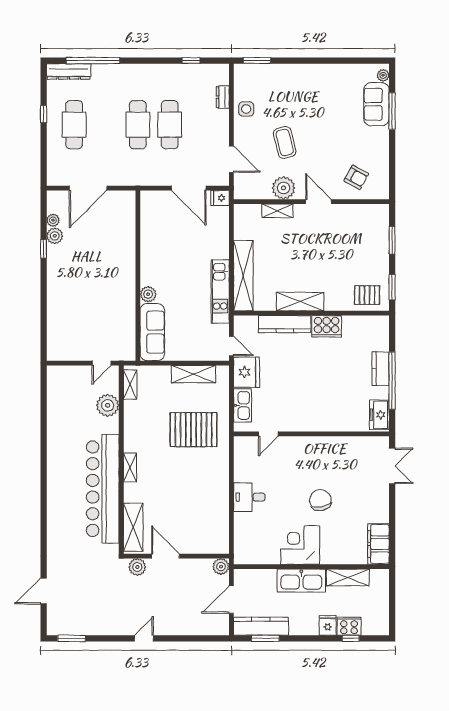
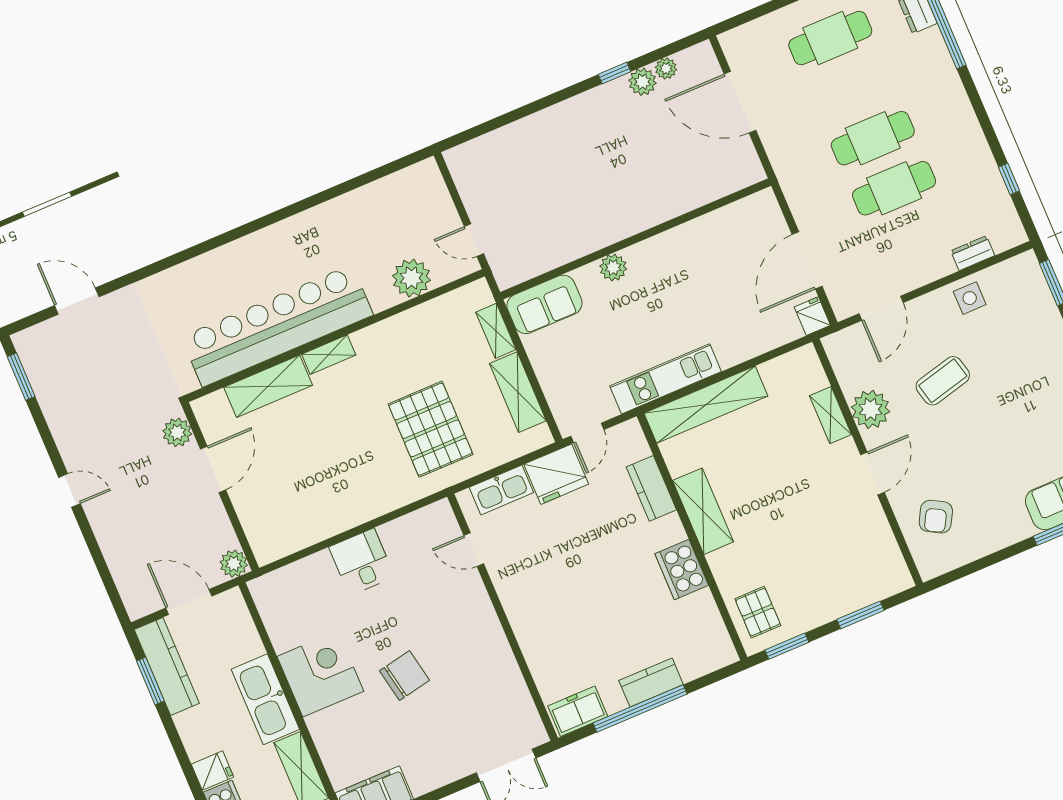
kitchen counter: (285, 324) -> (651, 488), width x0.67
sofa: (152, 332) -> (544, 304), width x0.73
shelving: (130, 385) -> (496, 331), moved, turned 90
shelving: (133, 527) -> (268, 386), moved

